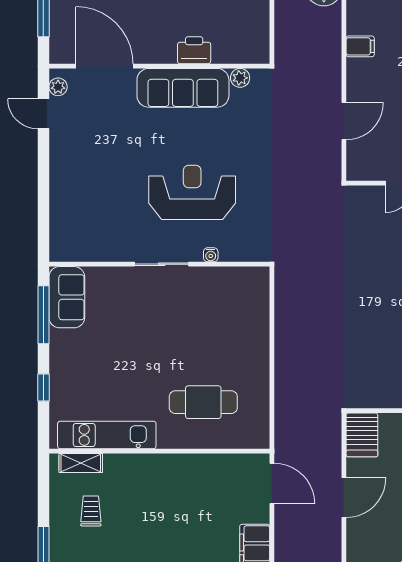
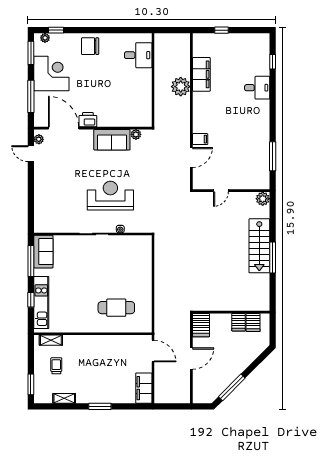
filing cabinet: (360, 46) -> (200, 139), moved
printer: (194, 50) -> (88, 120), moved
sofa: (183, 88) -> (112, 140), width x0.73
kitchen unit: (107, 435) -> (41, 303), moved, turned 90

